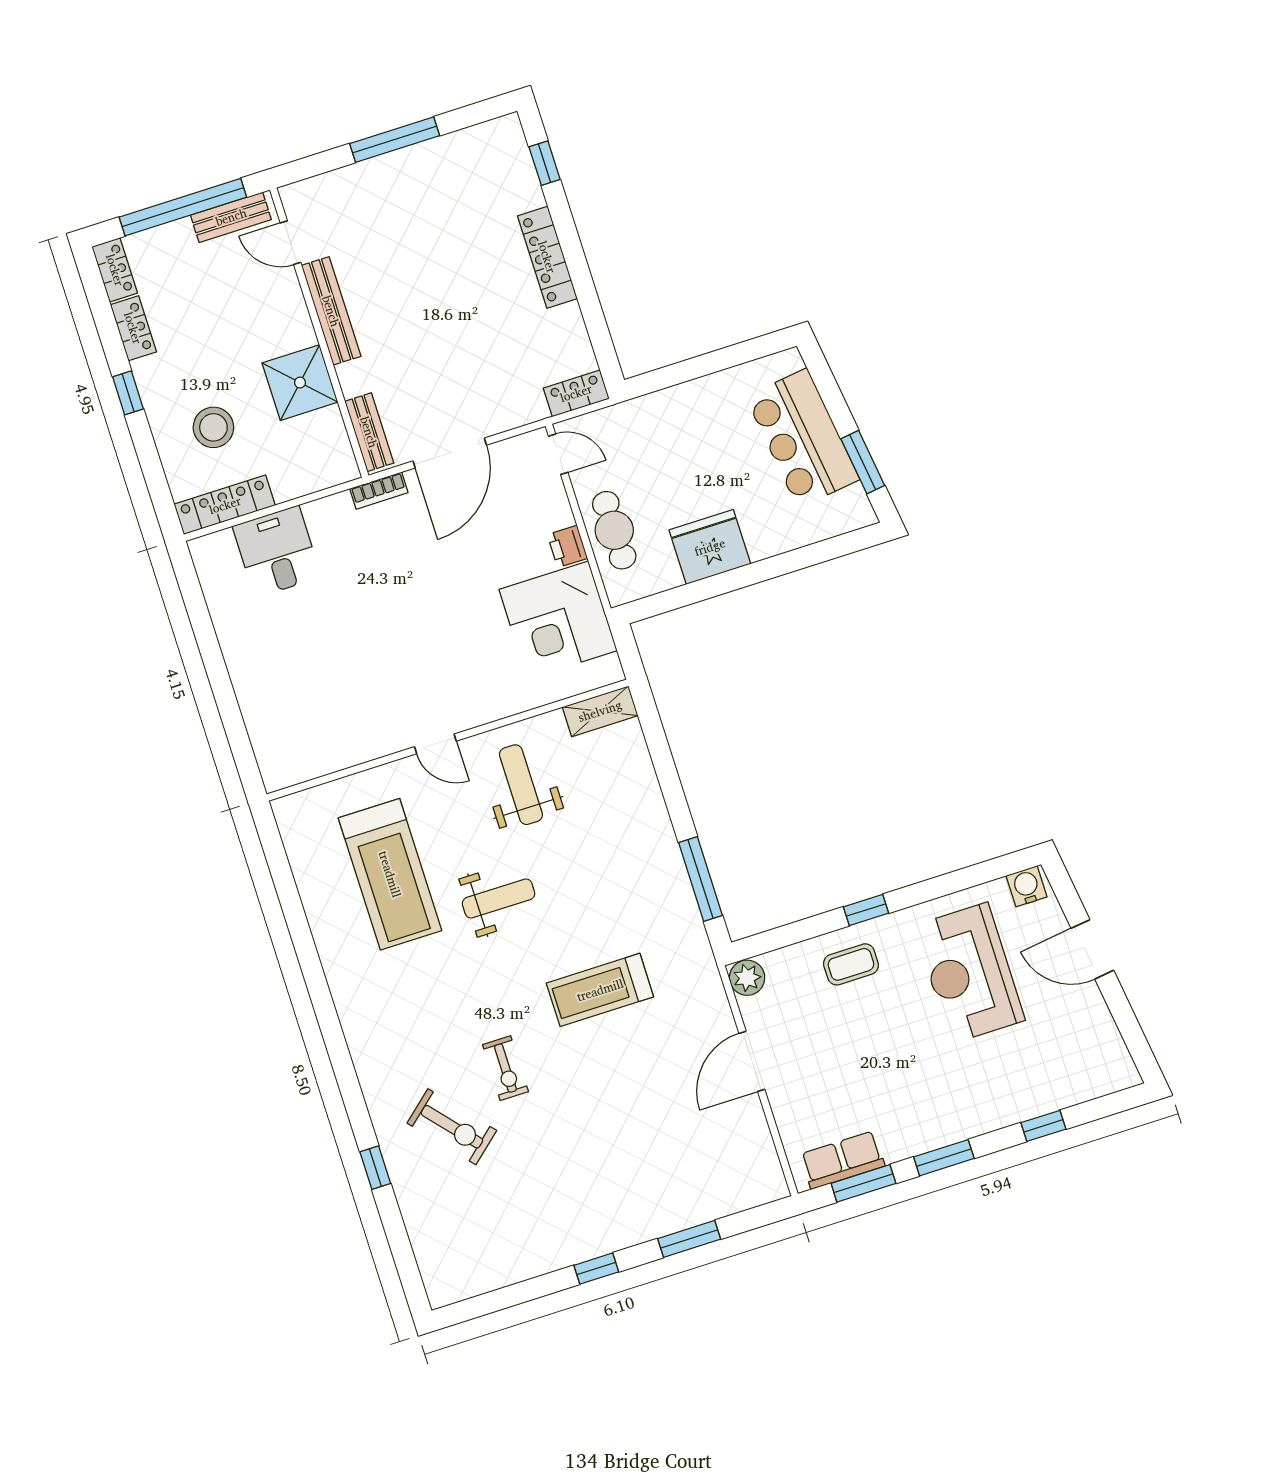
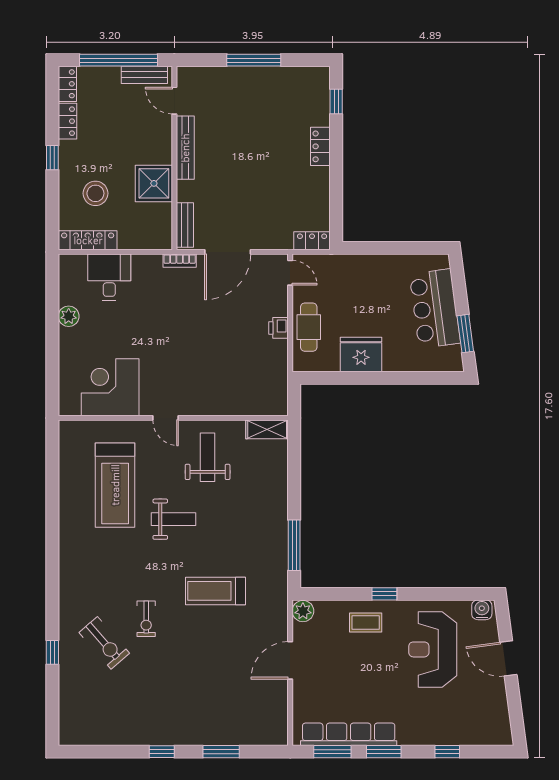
locker: (547, 257) -> (320, 146), width x0.66
corner desk: (558, 620) -> (110, 387), moved, turned 90
plant: (233, 633) -> (69, 316), added
row of seats: (842, 1160) -> (349, 734), width x2.02

